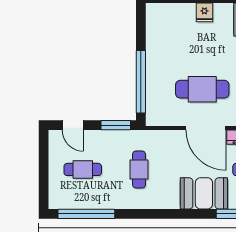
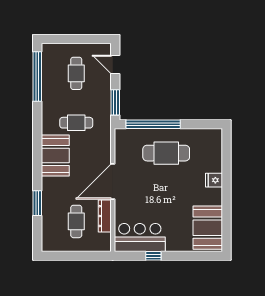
cafe table: (202, 89) -> (166, 153), moved, turned 90
door: (73, 125) -> (115, 65), hinge flipped
booth: (204, 193) -> (55, 156), moved

